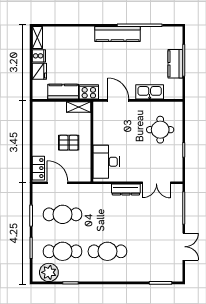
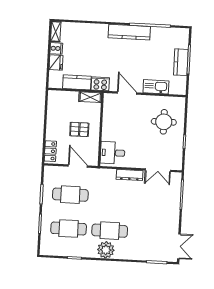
desk: (106, 162) -> (113, 153), width x0.73
door: (58, 183) -> (78, 166), moved
double door: (184, 247) -> (179, 246), moved
plant: (49, 272) -> (106, 250), moved

